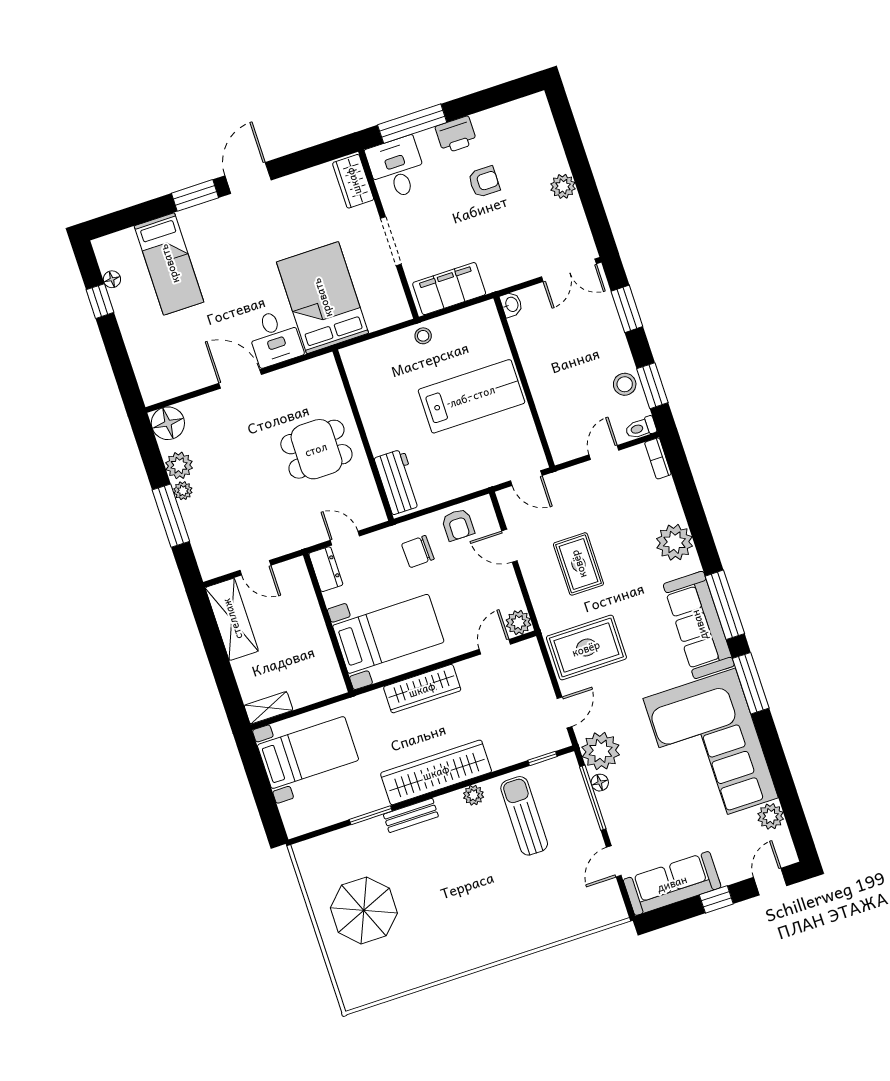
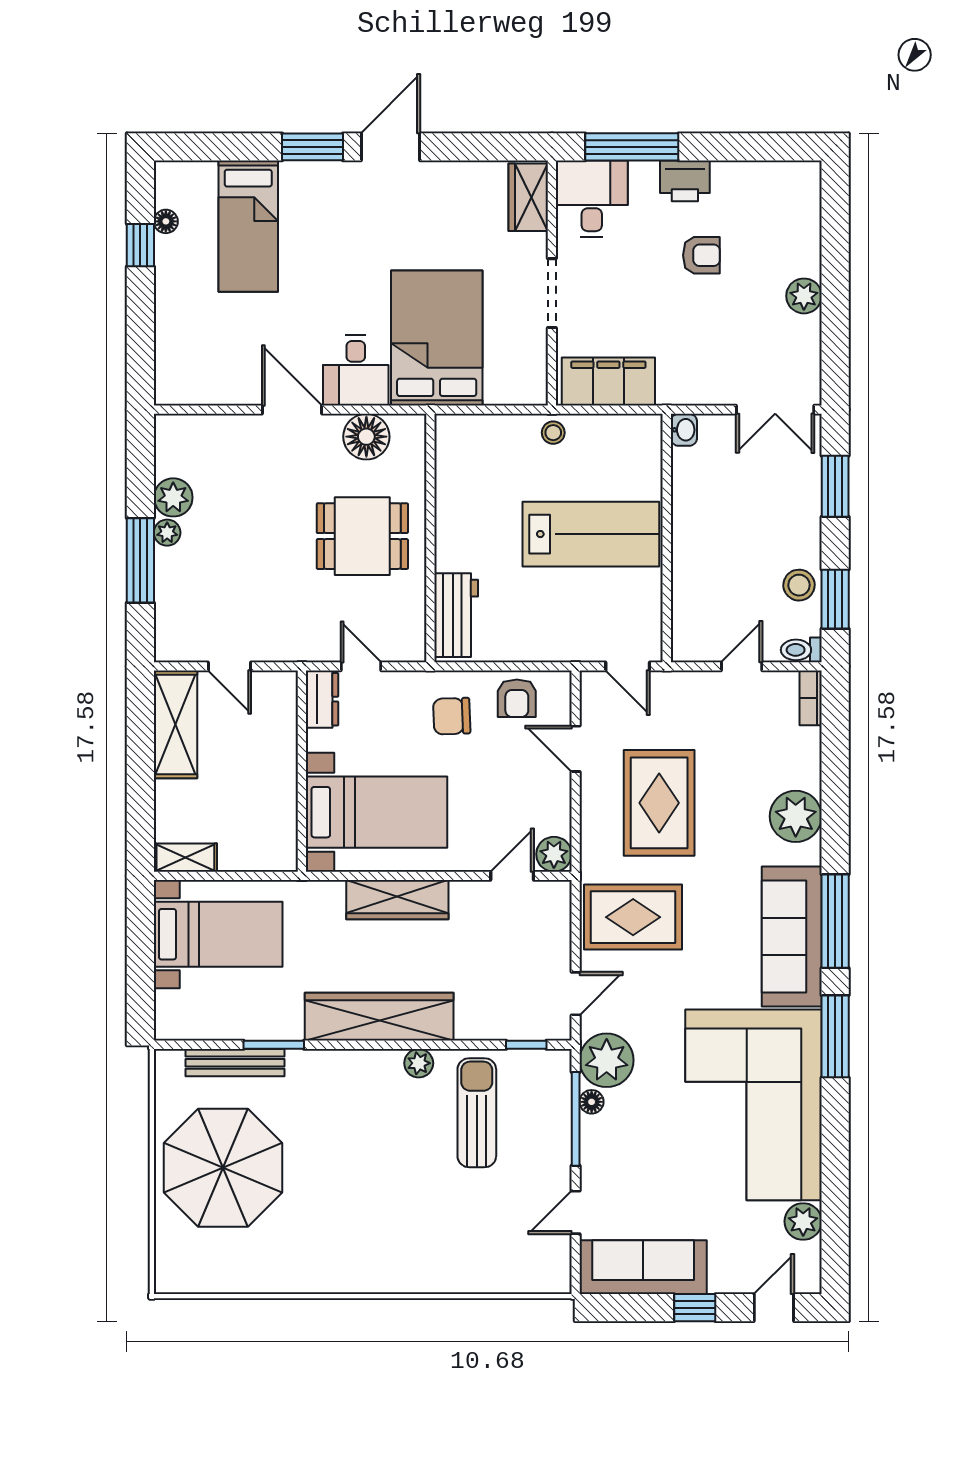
floor lamp: (168, 423) -> (366, 437), moved
rug: (578, 564) -> (659, 803), width x1.36, depth x1.43
bench: (411, 815) -> (235, 1063), moved, width x1.36
parasol: (364, 910) -> (223, 1168), width x1.36, depth x1.36

